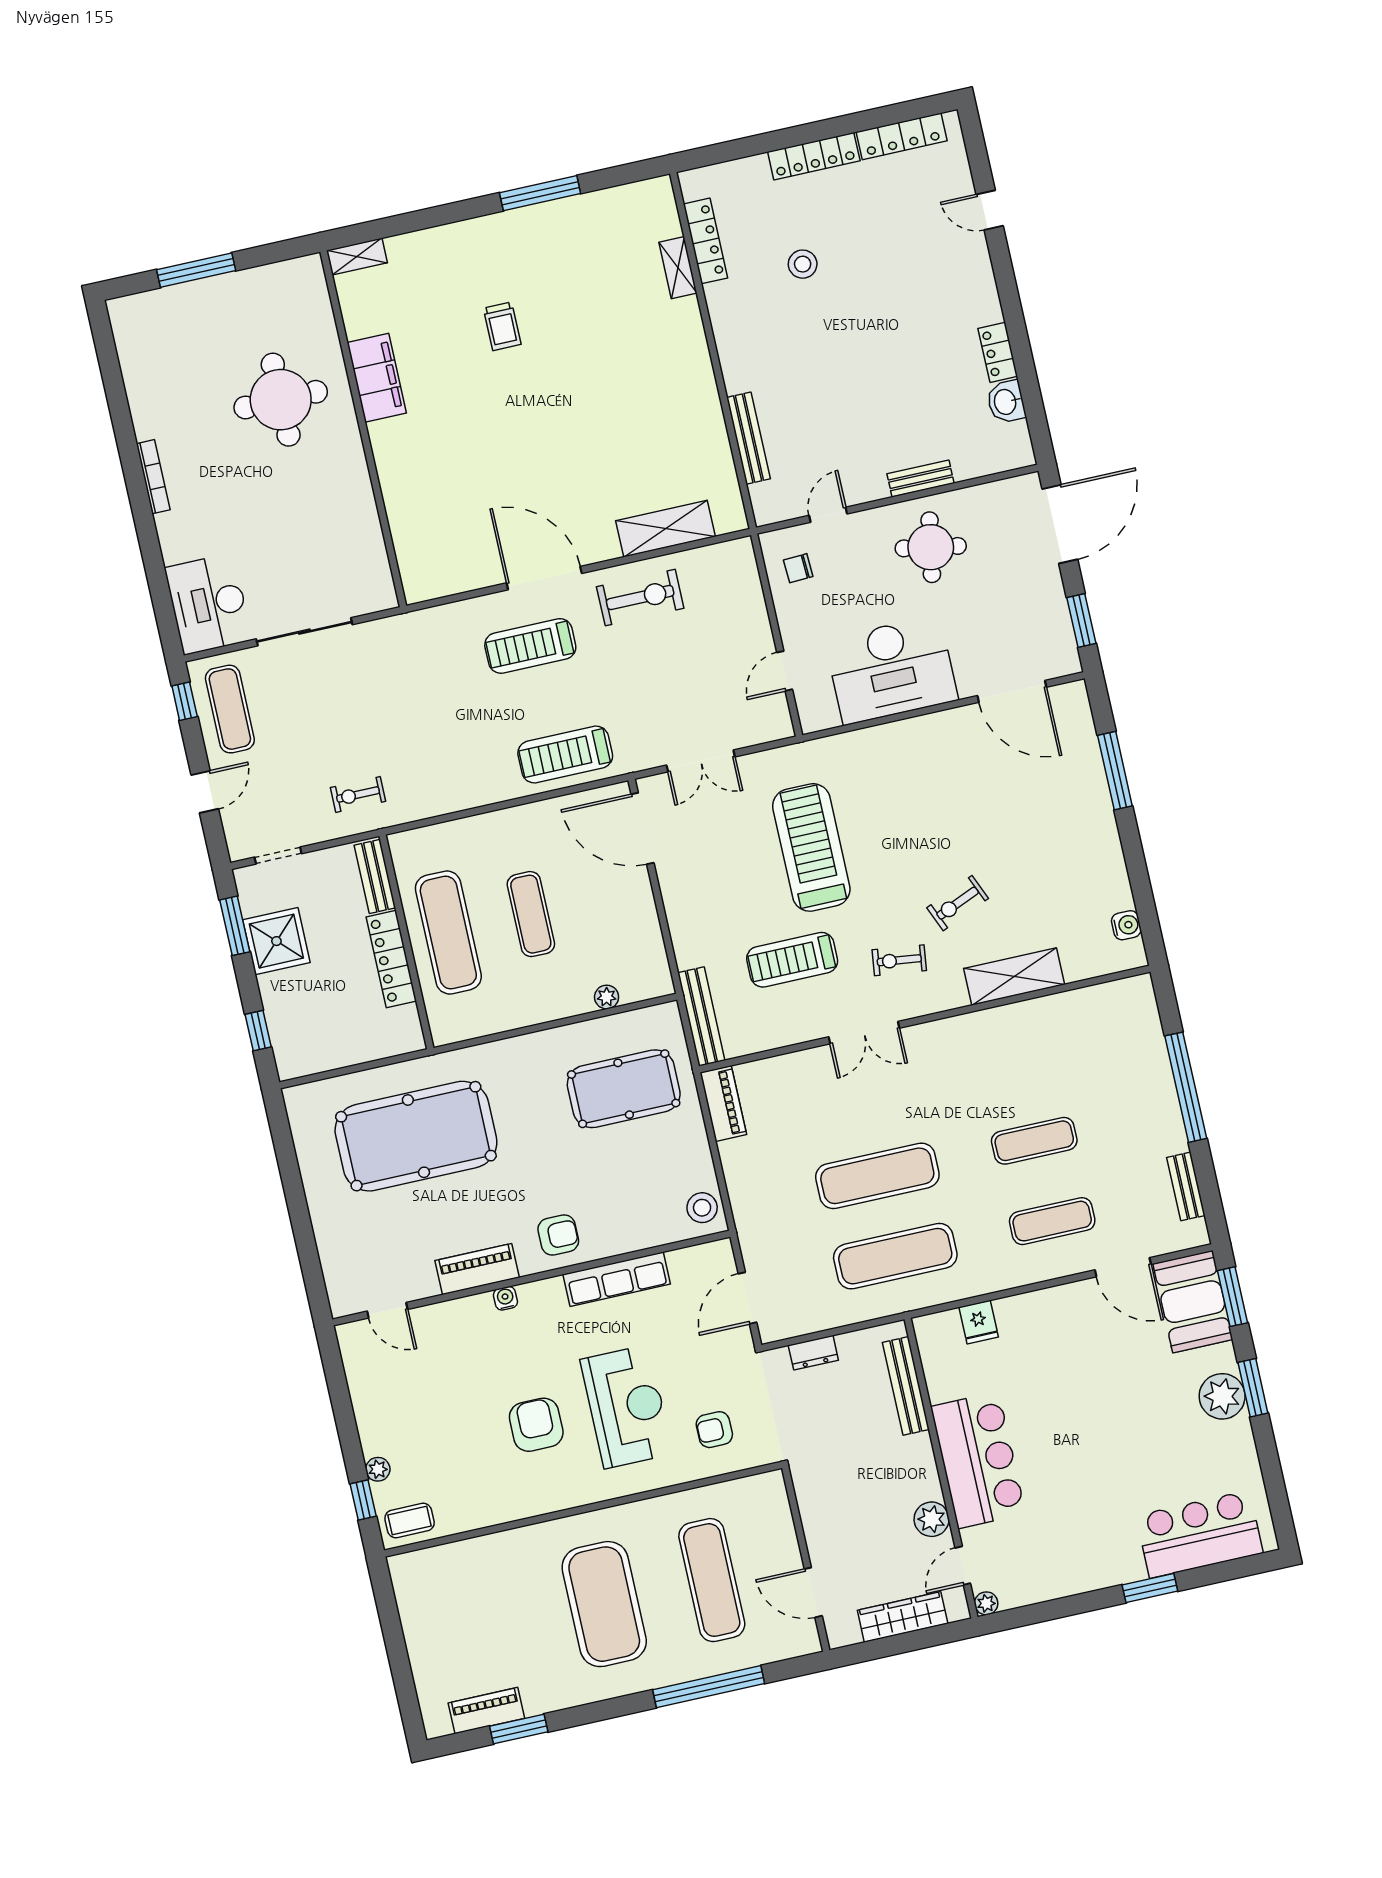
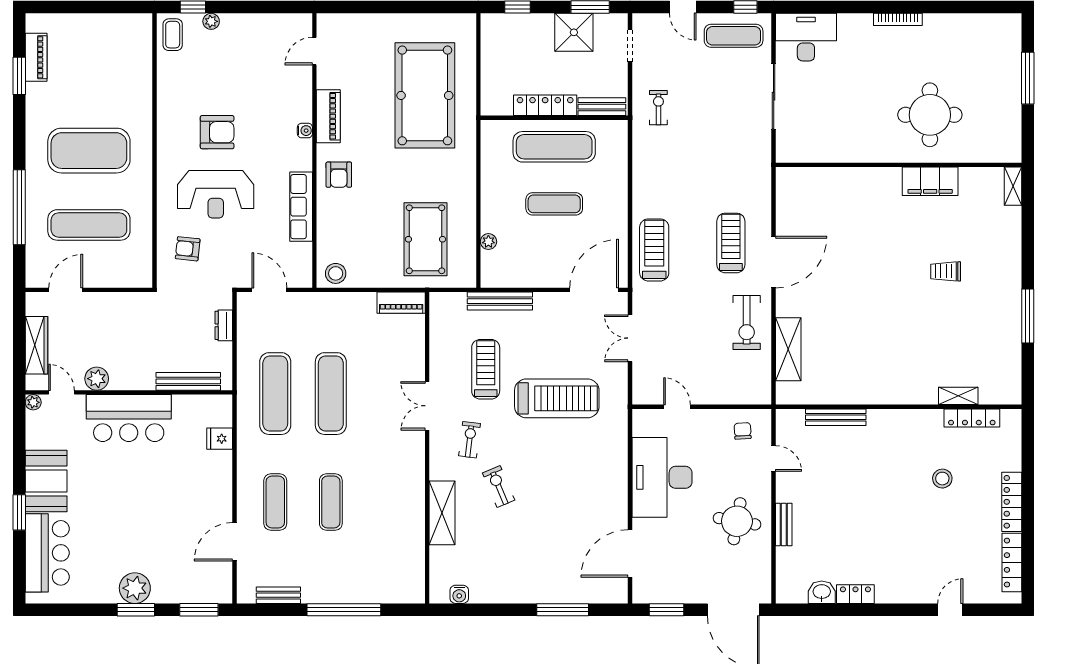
bench: (701, 1017) -> (500, 301), moved
booth: (1193, 1302) -> (46, 481), moved, turned 90
armchair: (714, 1430) -> (188, 249), turned -84

